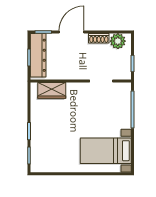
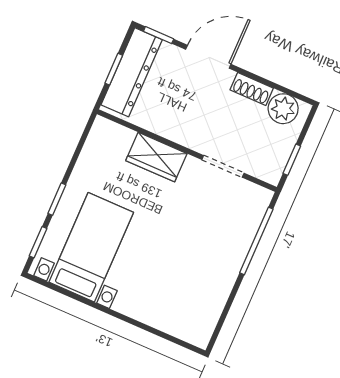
wardrobe: (52, 90) -> (156, 157), moved
bed with nightstands: (106, 151) -> (91, 247), moved, turned 90

